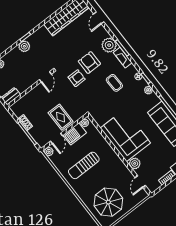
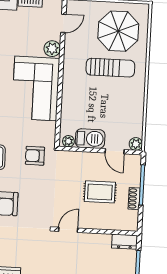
armchair: (77, 78) -> (35, 156), moved
rug: (61, 117) -> (100, 192), moved, turned 90
door: (56, 138) -> (115, 151), swing flipped
sun lounger: (84, 165) -> (110, 68), moved

